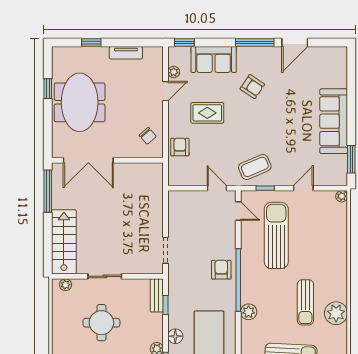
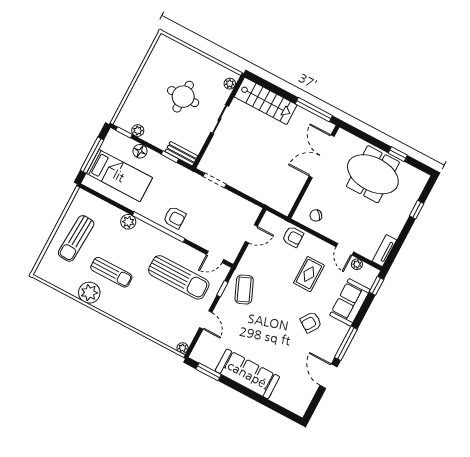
tv unit: (126, 53) -> (384, 251), moved
door: (217, 188) -> (251, 234), moved
sun lounger: (305, 302) -> (111, 272), turned 180

